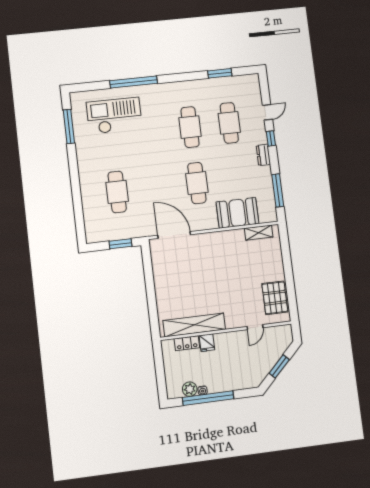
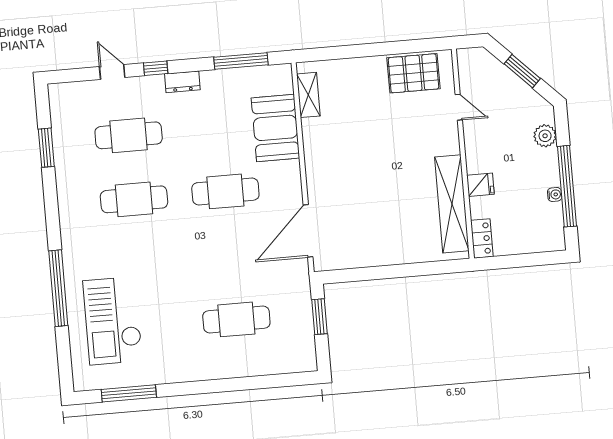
locker: (187, 343) -> (482, 238), moved
plant: (190, 389) -> (545, 136), moved

